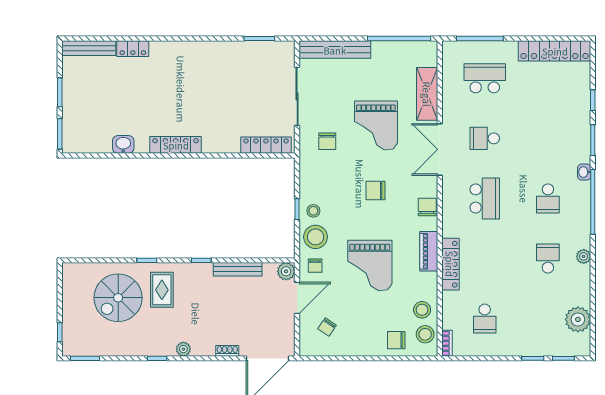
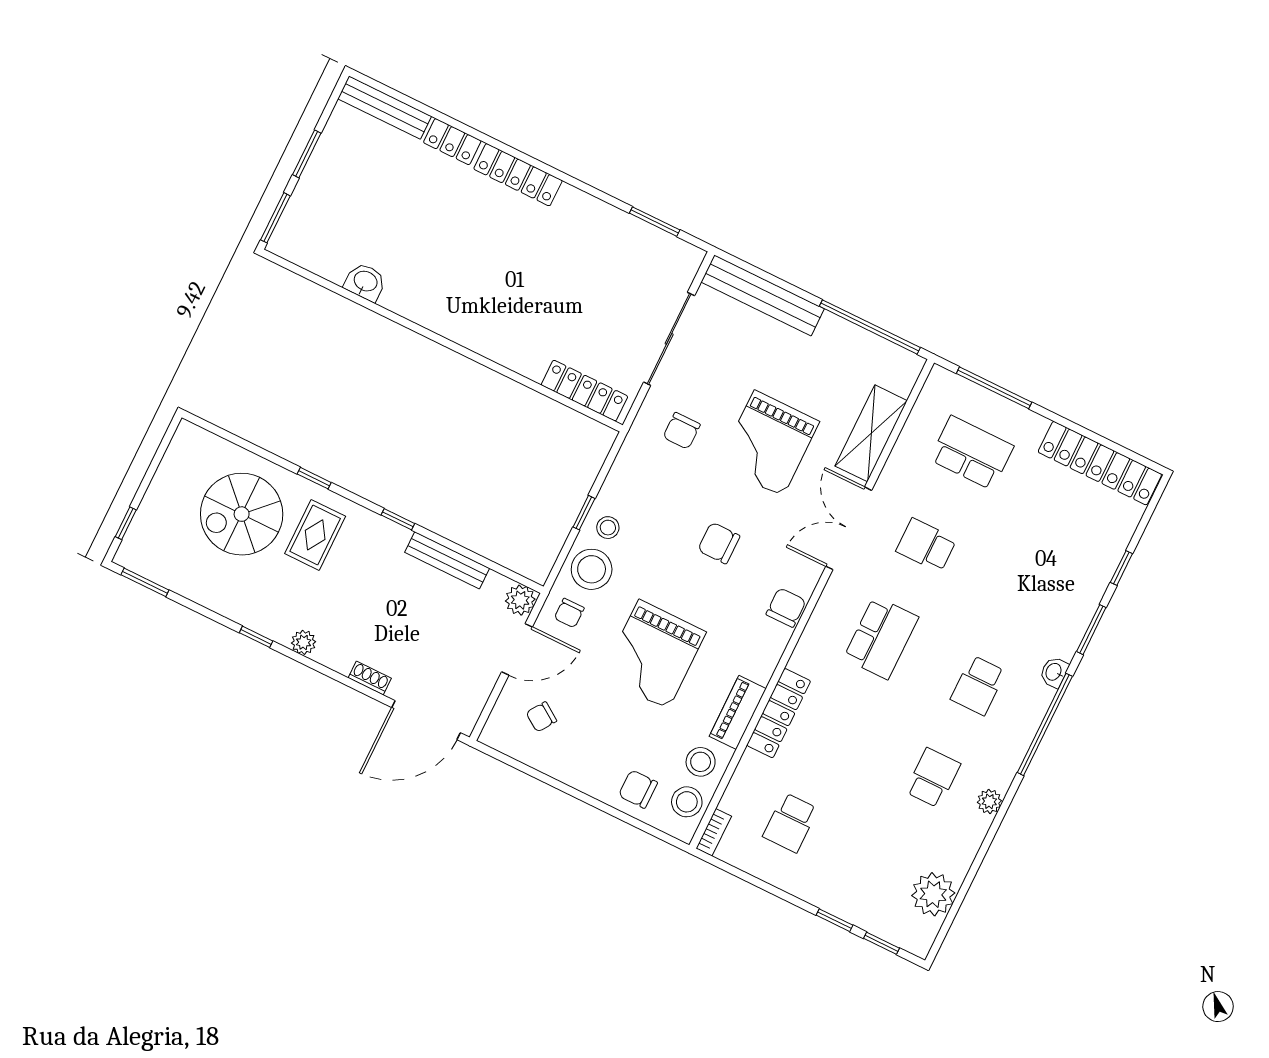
locker: (176, 145) -> (518, 175), moved, turned 180
piano: (429, 251) -> (738, 712), moved

